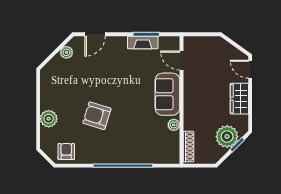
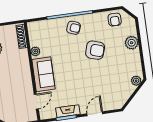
door: (95, 34) -> (95, 114), moved
plant: (66, 52) -> (136, 81), moved
door: (182, 60) -> (36, 102), hinge flipped
armchair: (120, 148) -> (74, 28), added

